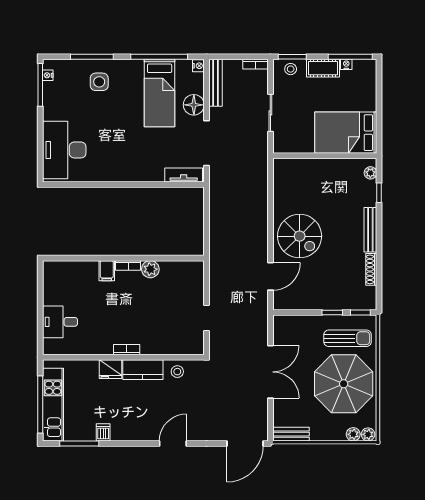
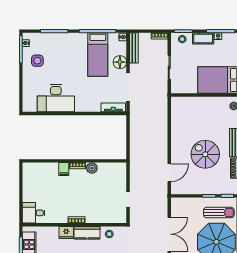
side table: (99, 82) -> (37, 61), moved
desk: (64, 150) -> (56, 98), moved, turned -90
spiral stairs: (300, 236) -> (205, 154), moved, turned 180
desk: (60, 322) -> (34, 213), moved

